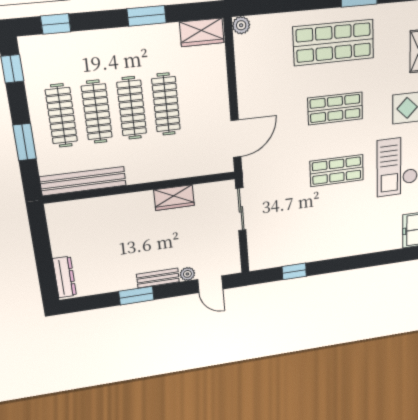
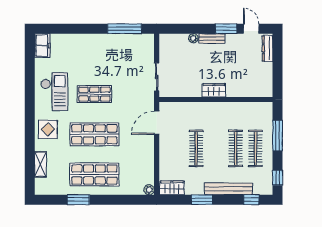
clothes rail: (132, 108) -> (216, 148), removed
shop shelf: (335, 108) -> (94, 134), width x1.43, depth x1.36
window: (25, 142) -> (278, 136), width x1.44
bench: (83, 181) -> (228, 189), moved
wardrobe: (174, 198) -> (214, 90), moved
window: (294, 271) -> (125, 29), width x2.17
door: (210, 284) -> (251, 29), moved

